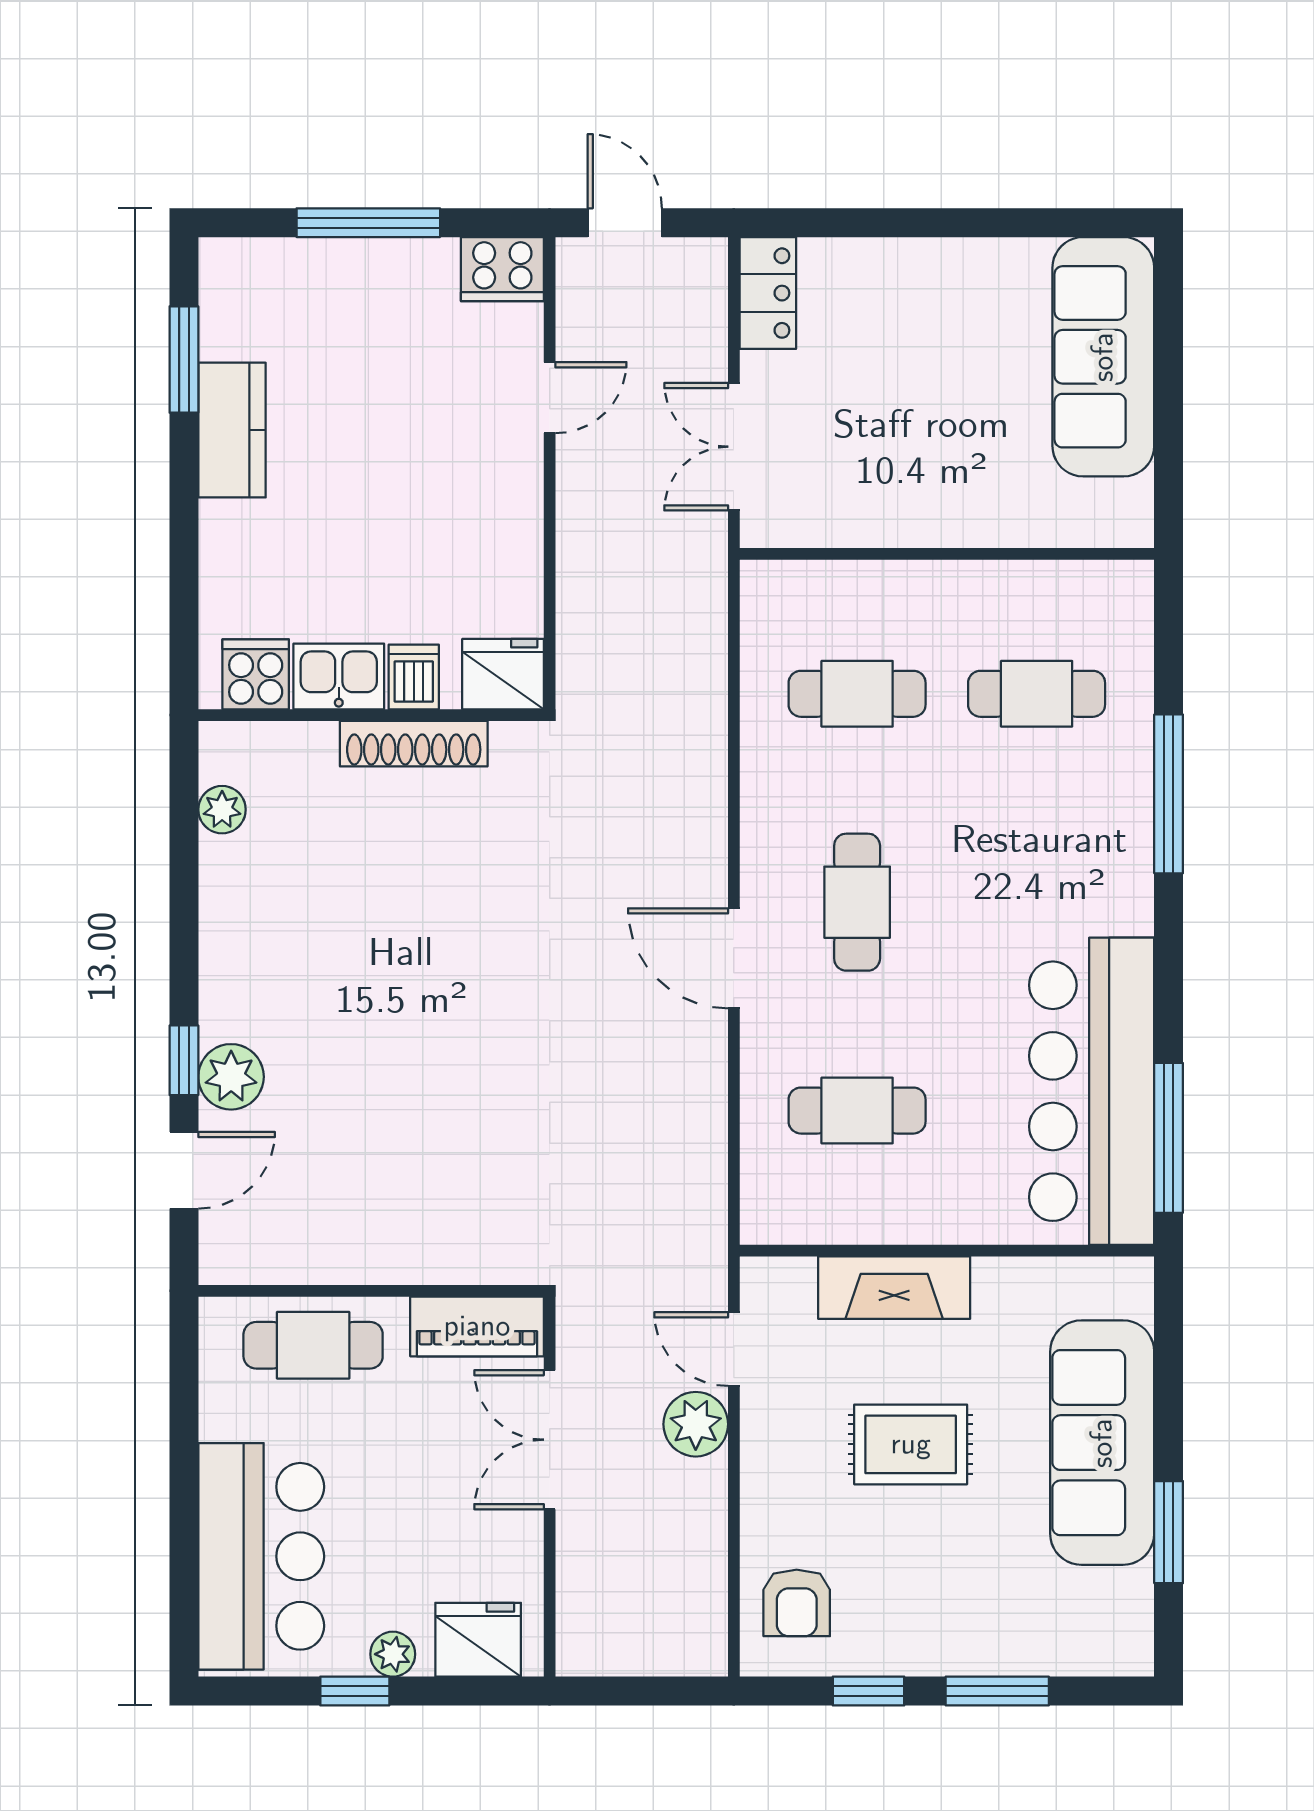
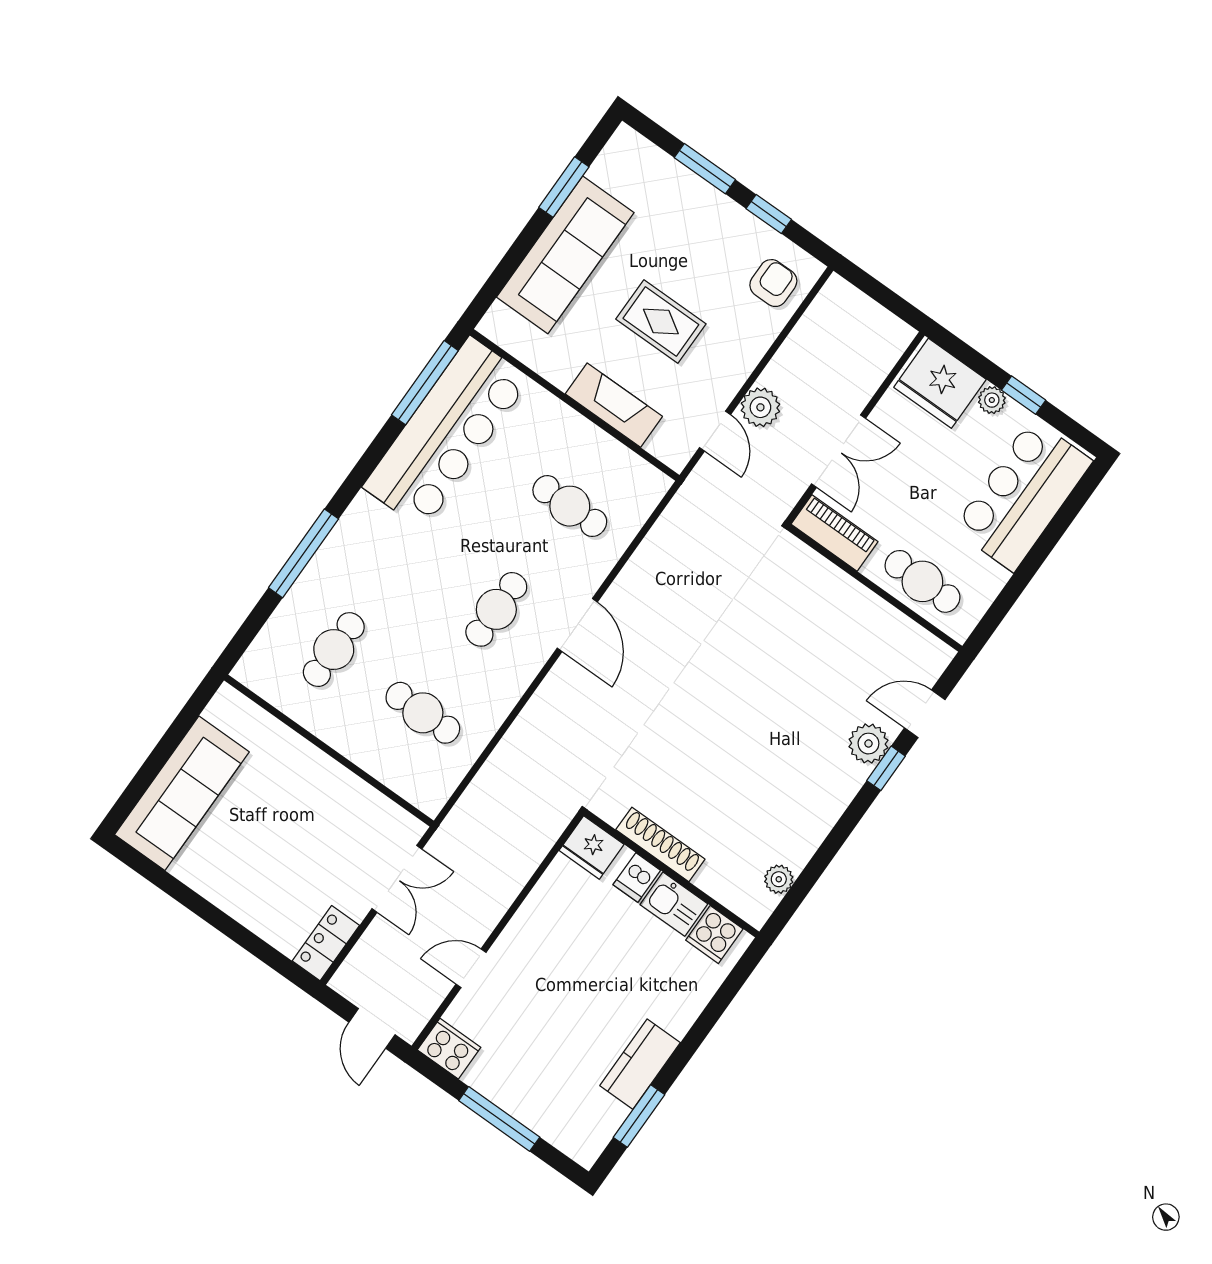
cafe table: (1037, 694) -> (334, 650), turned 90
fridge: (478, 1640) -> (940, 383), width x1.36, depth x1.34

